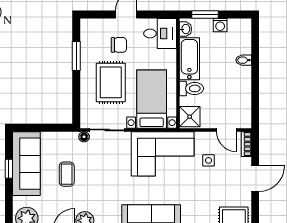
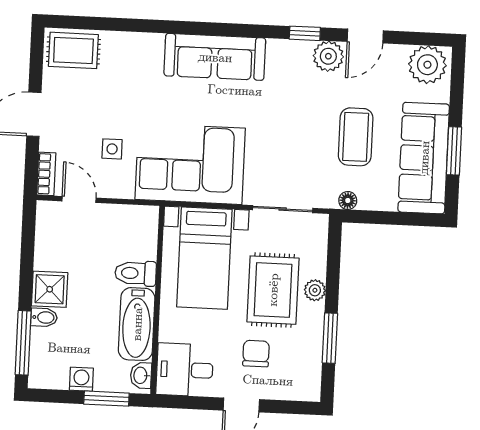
chair: (119, 45) -> (256, 354), turned 90
window: (255, 45) -> (23, 343), added
plant: (86, 83) -> (315, 290), added
shower: (190, 117) -> (50, 289), moved
floor lamp: (84, 137) -> (348, 200), moved
window: (9, 169) -> (454, 151), width x1.50
coffee table: (67, 174) -> (356, 137), width x1.36, depth x1.30

